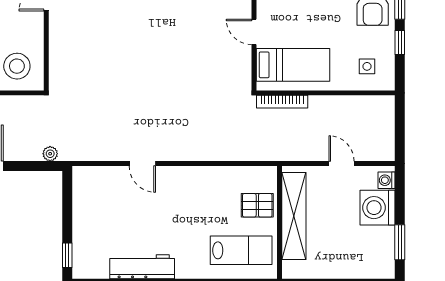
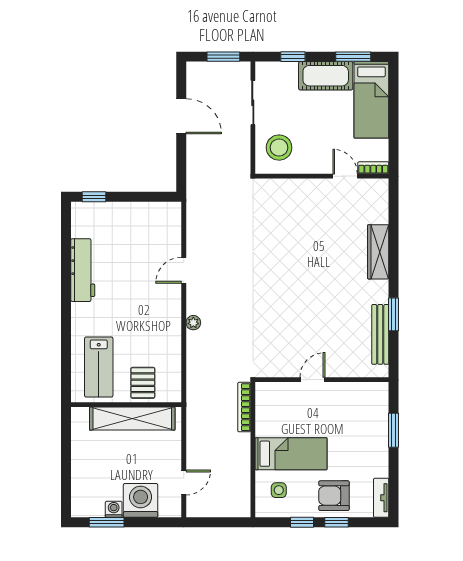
bed: (293, 65) -> (291, 454), moved, turned -90
plant: (50, 154) -> (193, 323), moved
door: (342, 163) -> (184, 483), moved
washing machine: (387, 180) -> (114, 509), moved

